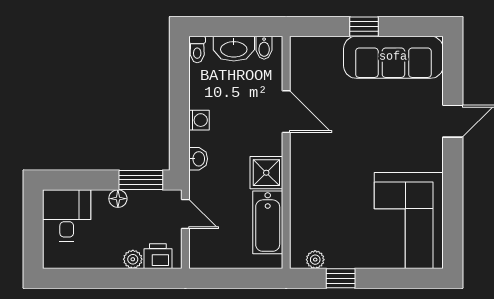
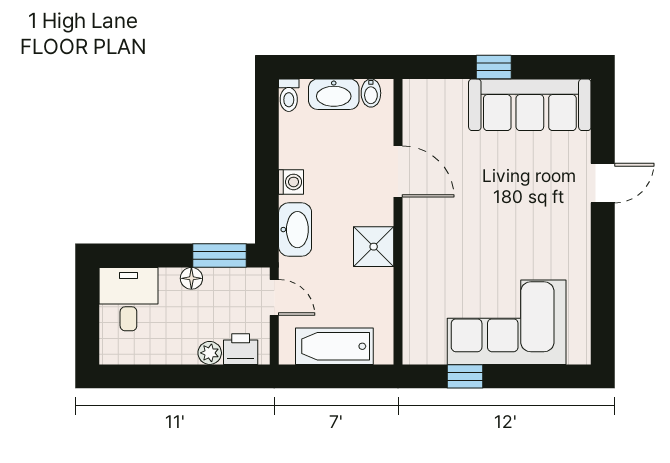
washbasin: (198, 159) -> (295, 230), width x1.91, depth x1.45
corner sofa: (409, 220) -> (507, 322), moved, turned 90
bathtub: (268, 222) -> (334, 346), moved, turned 90
plant: (315, 260) -> (434, 353), removed

